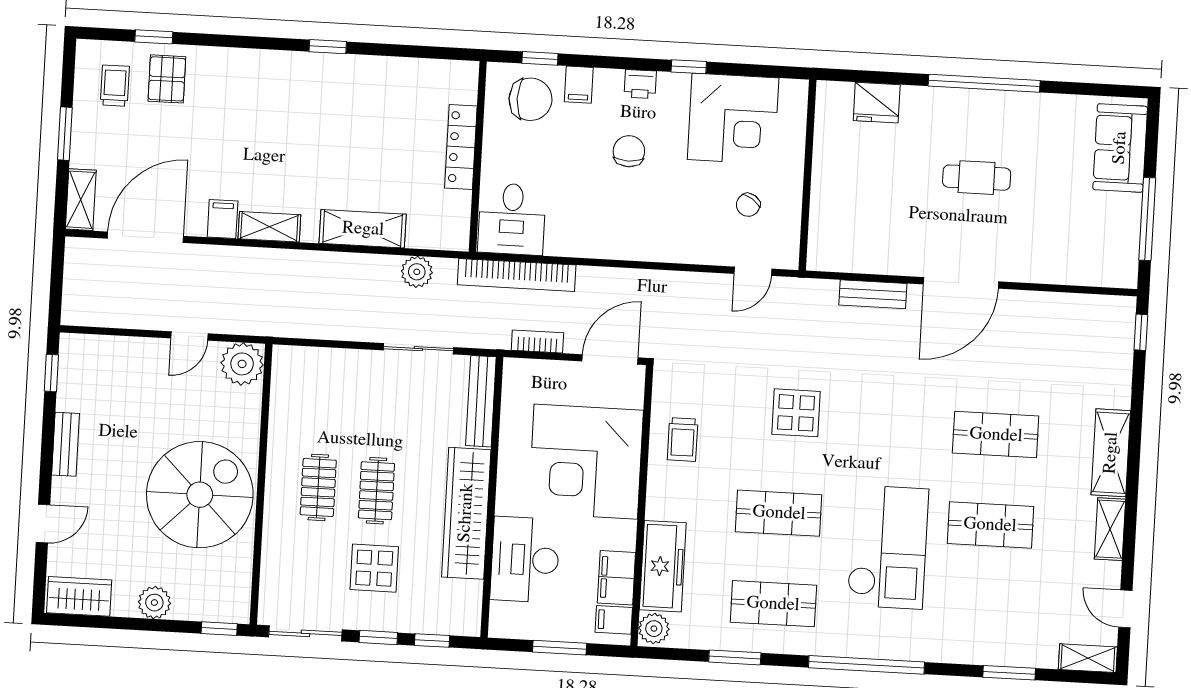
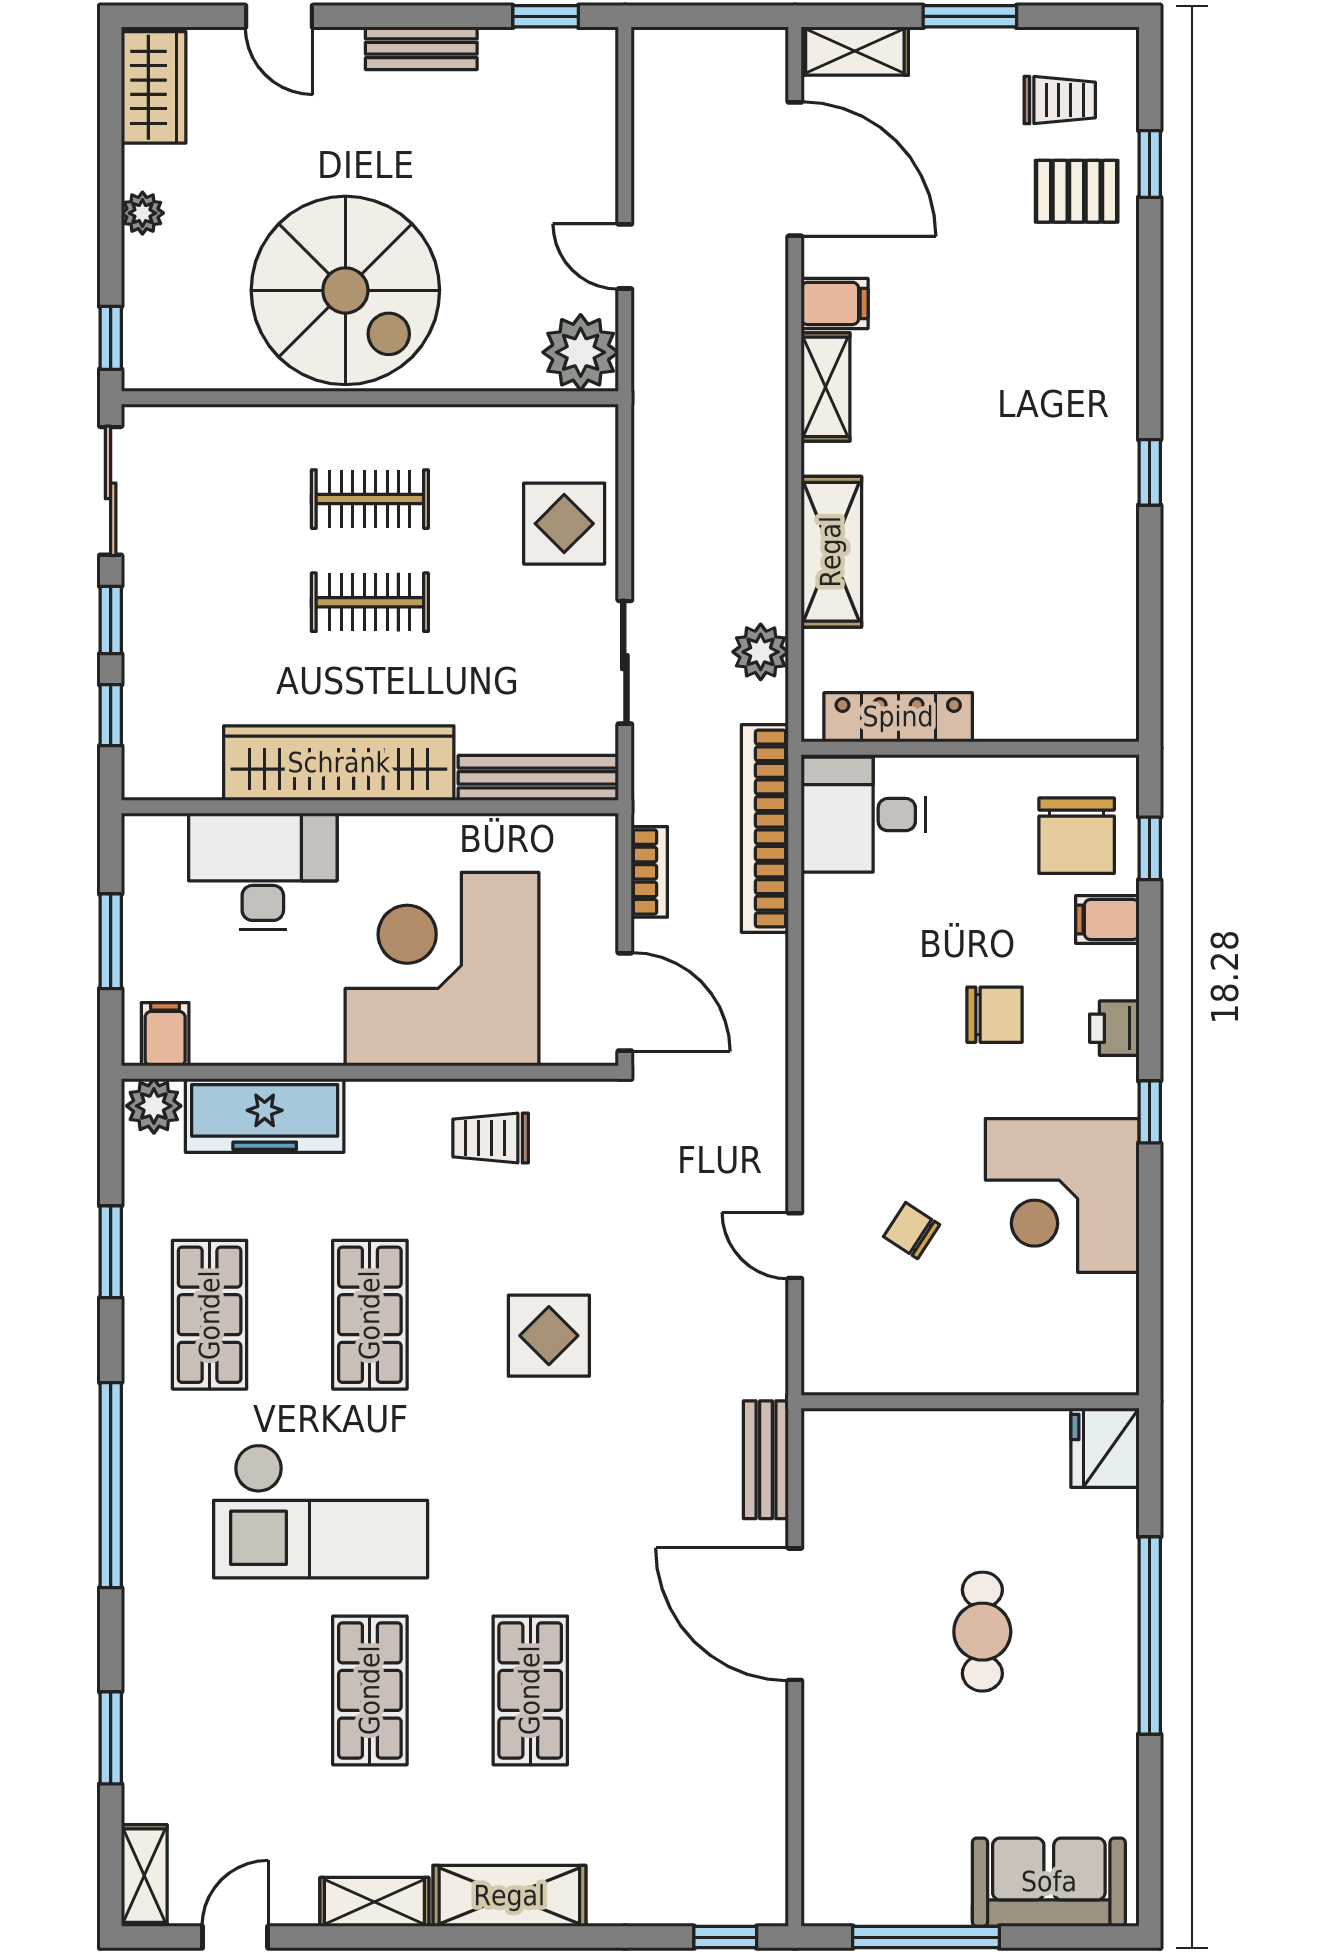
locker: (461, 147) -> (898, 717), moved
wall: (808, 175) -> (970, 1402), moved
display table: (374, 568) -> (564, 524), moved
filing cabinet: (616, 578) -> (240, 1035), removed
plant: (154, 603) -> (142, 213), width x0.73, depth x0.73

